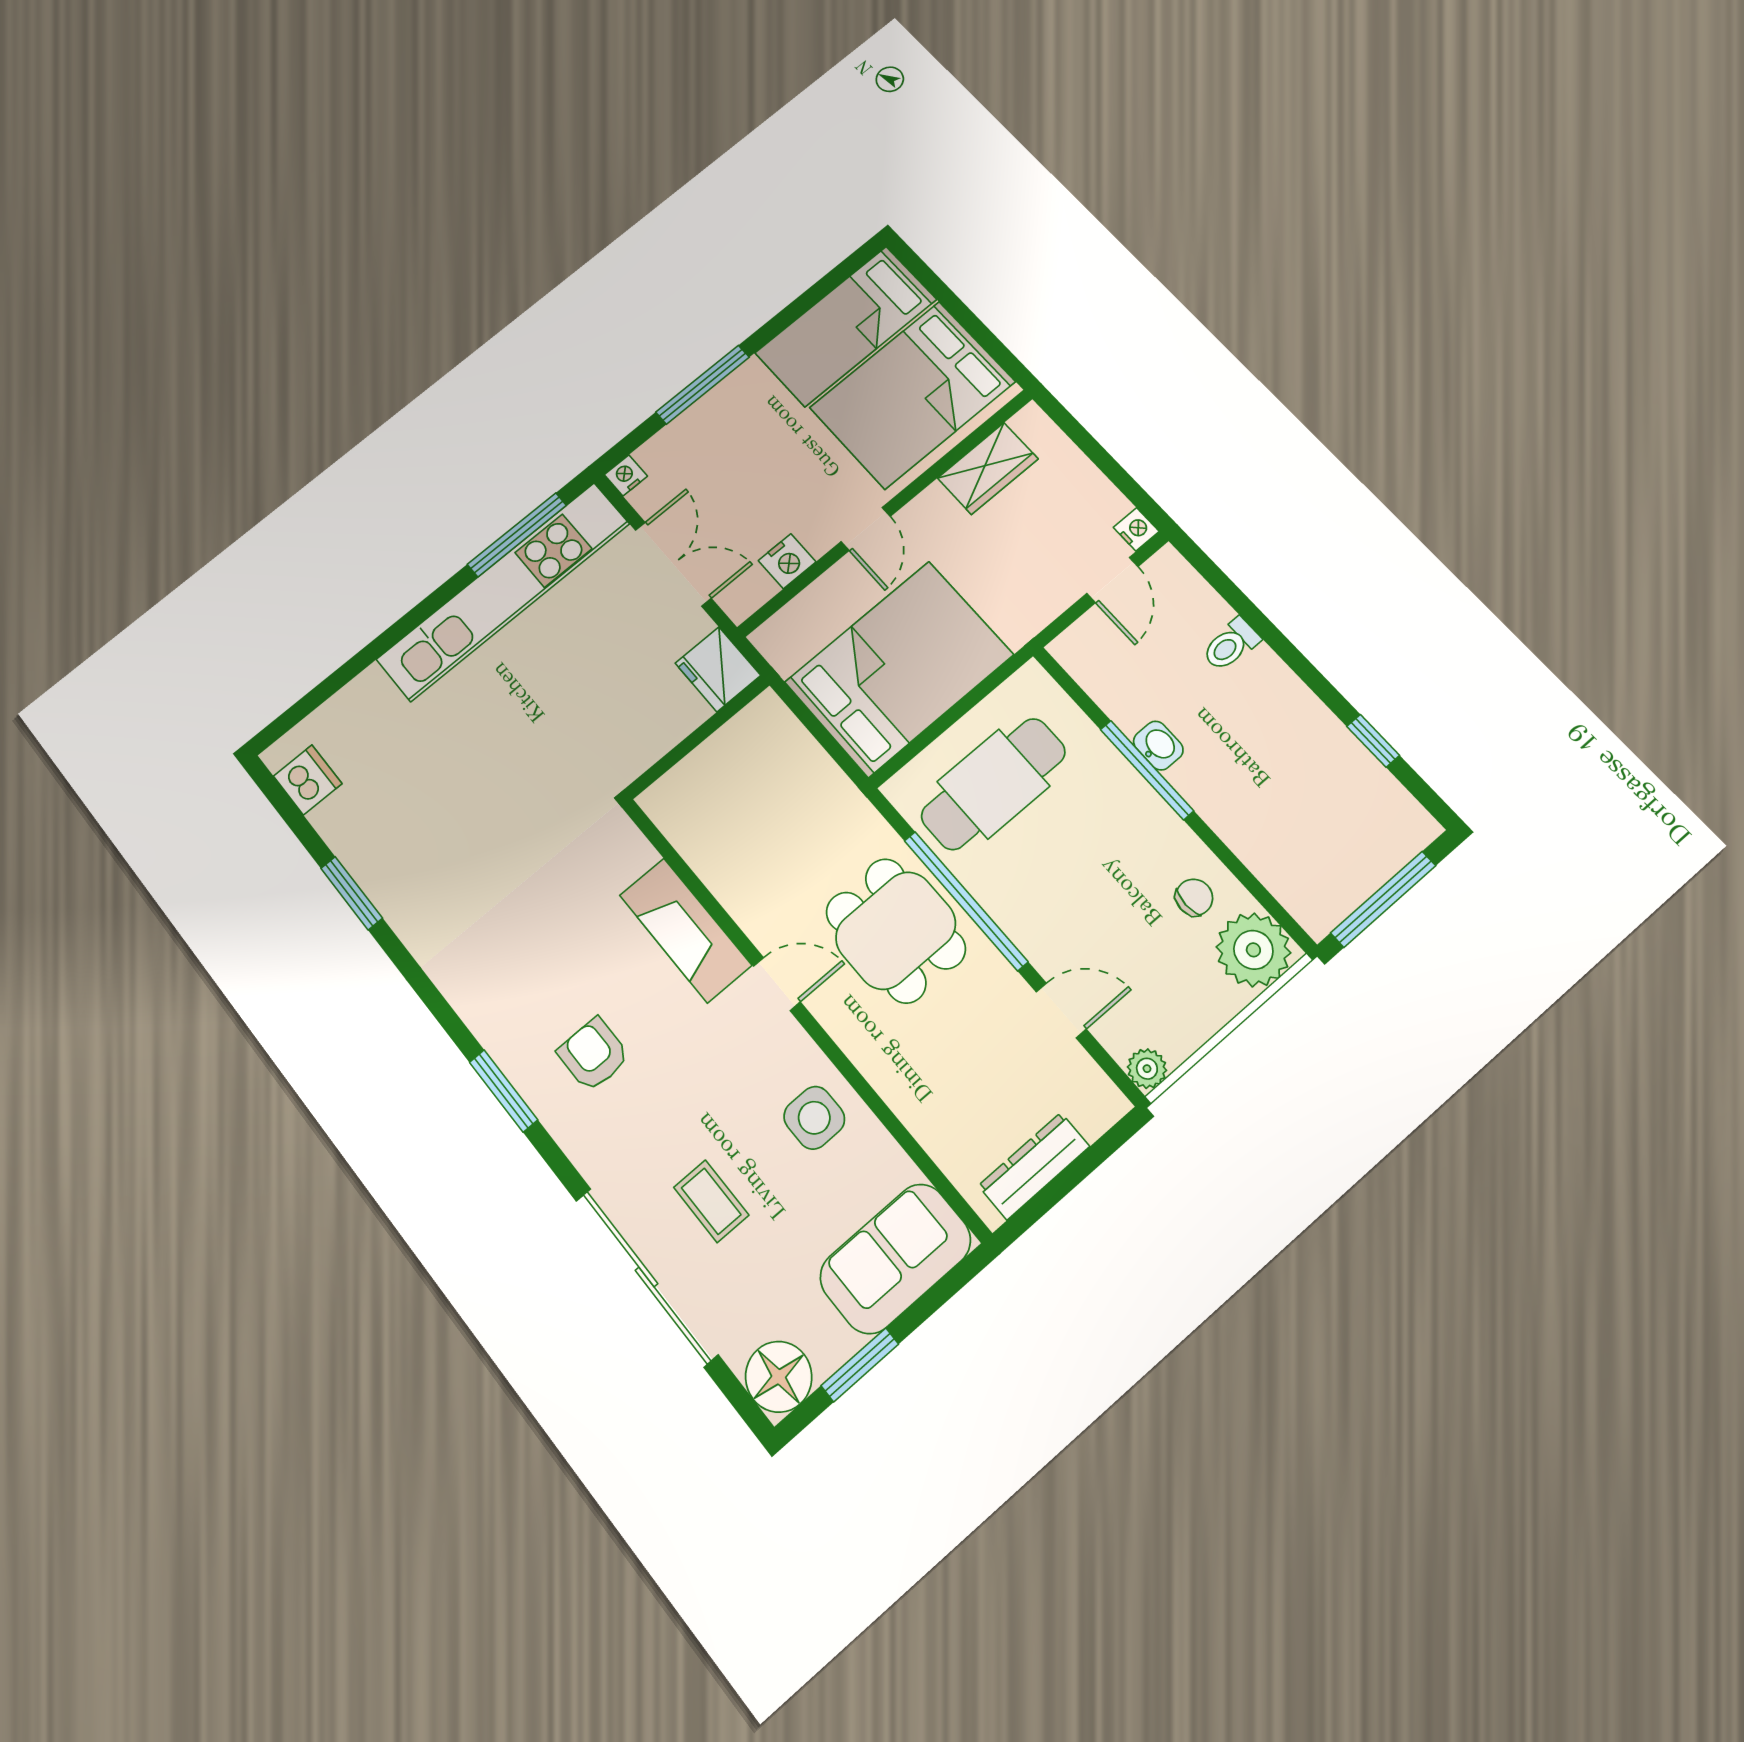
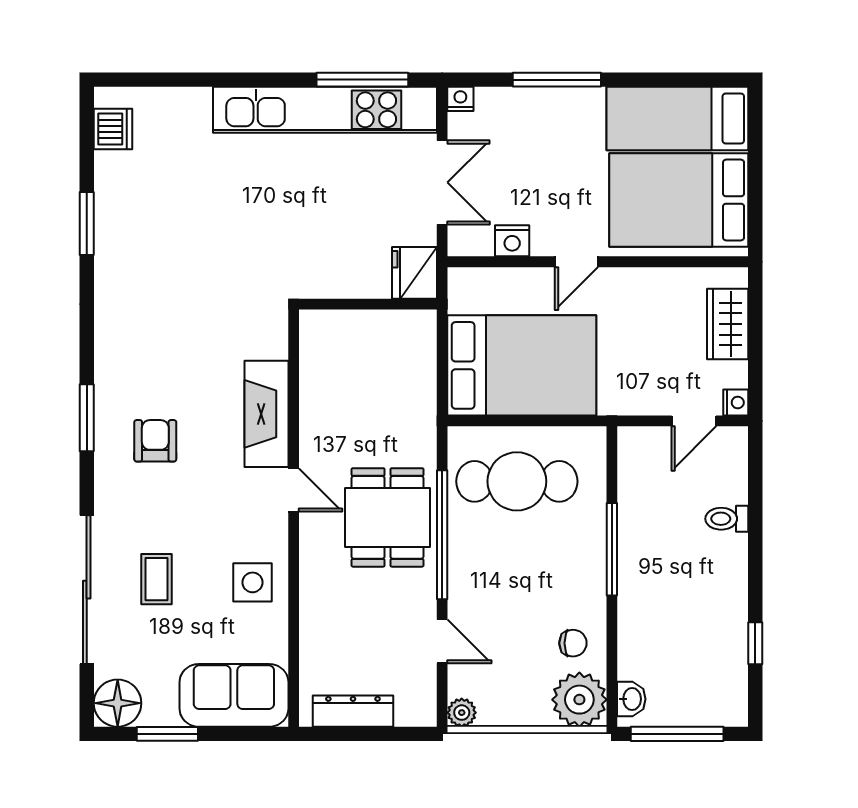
wardrobe: (988, 468) -> (728, 324), moved, turned 90
washbasin: (1158, 746) -> (631, 699), moved

